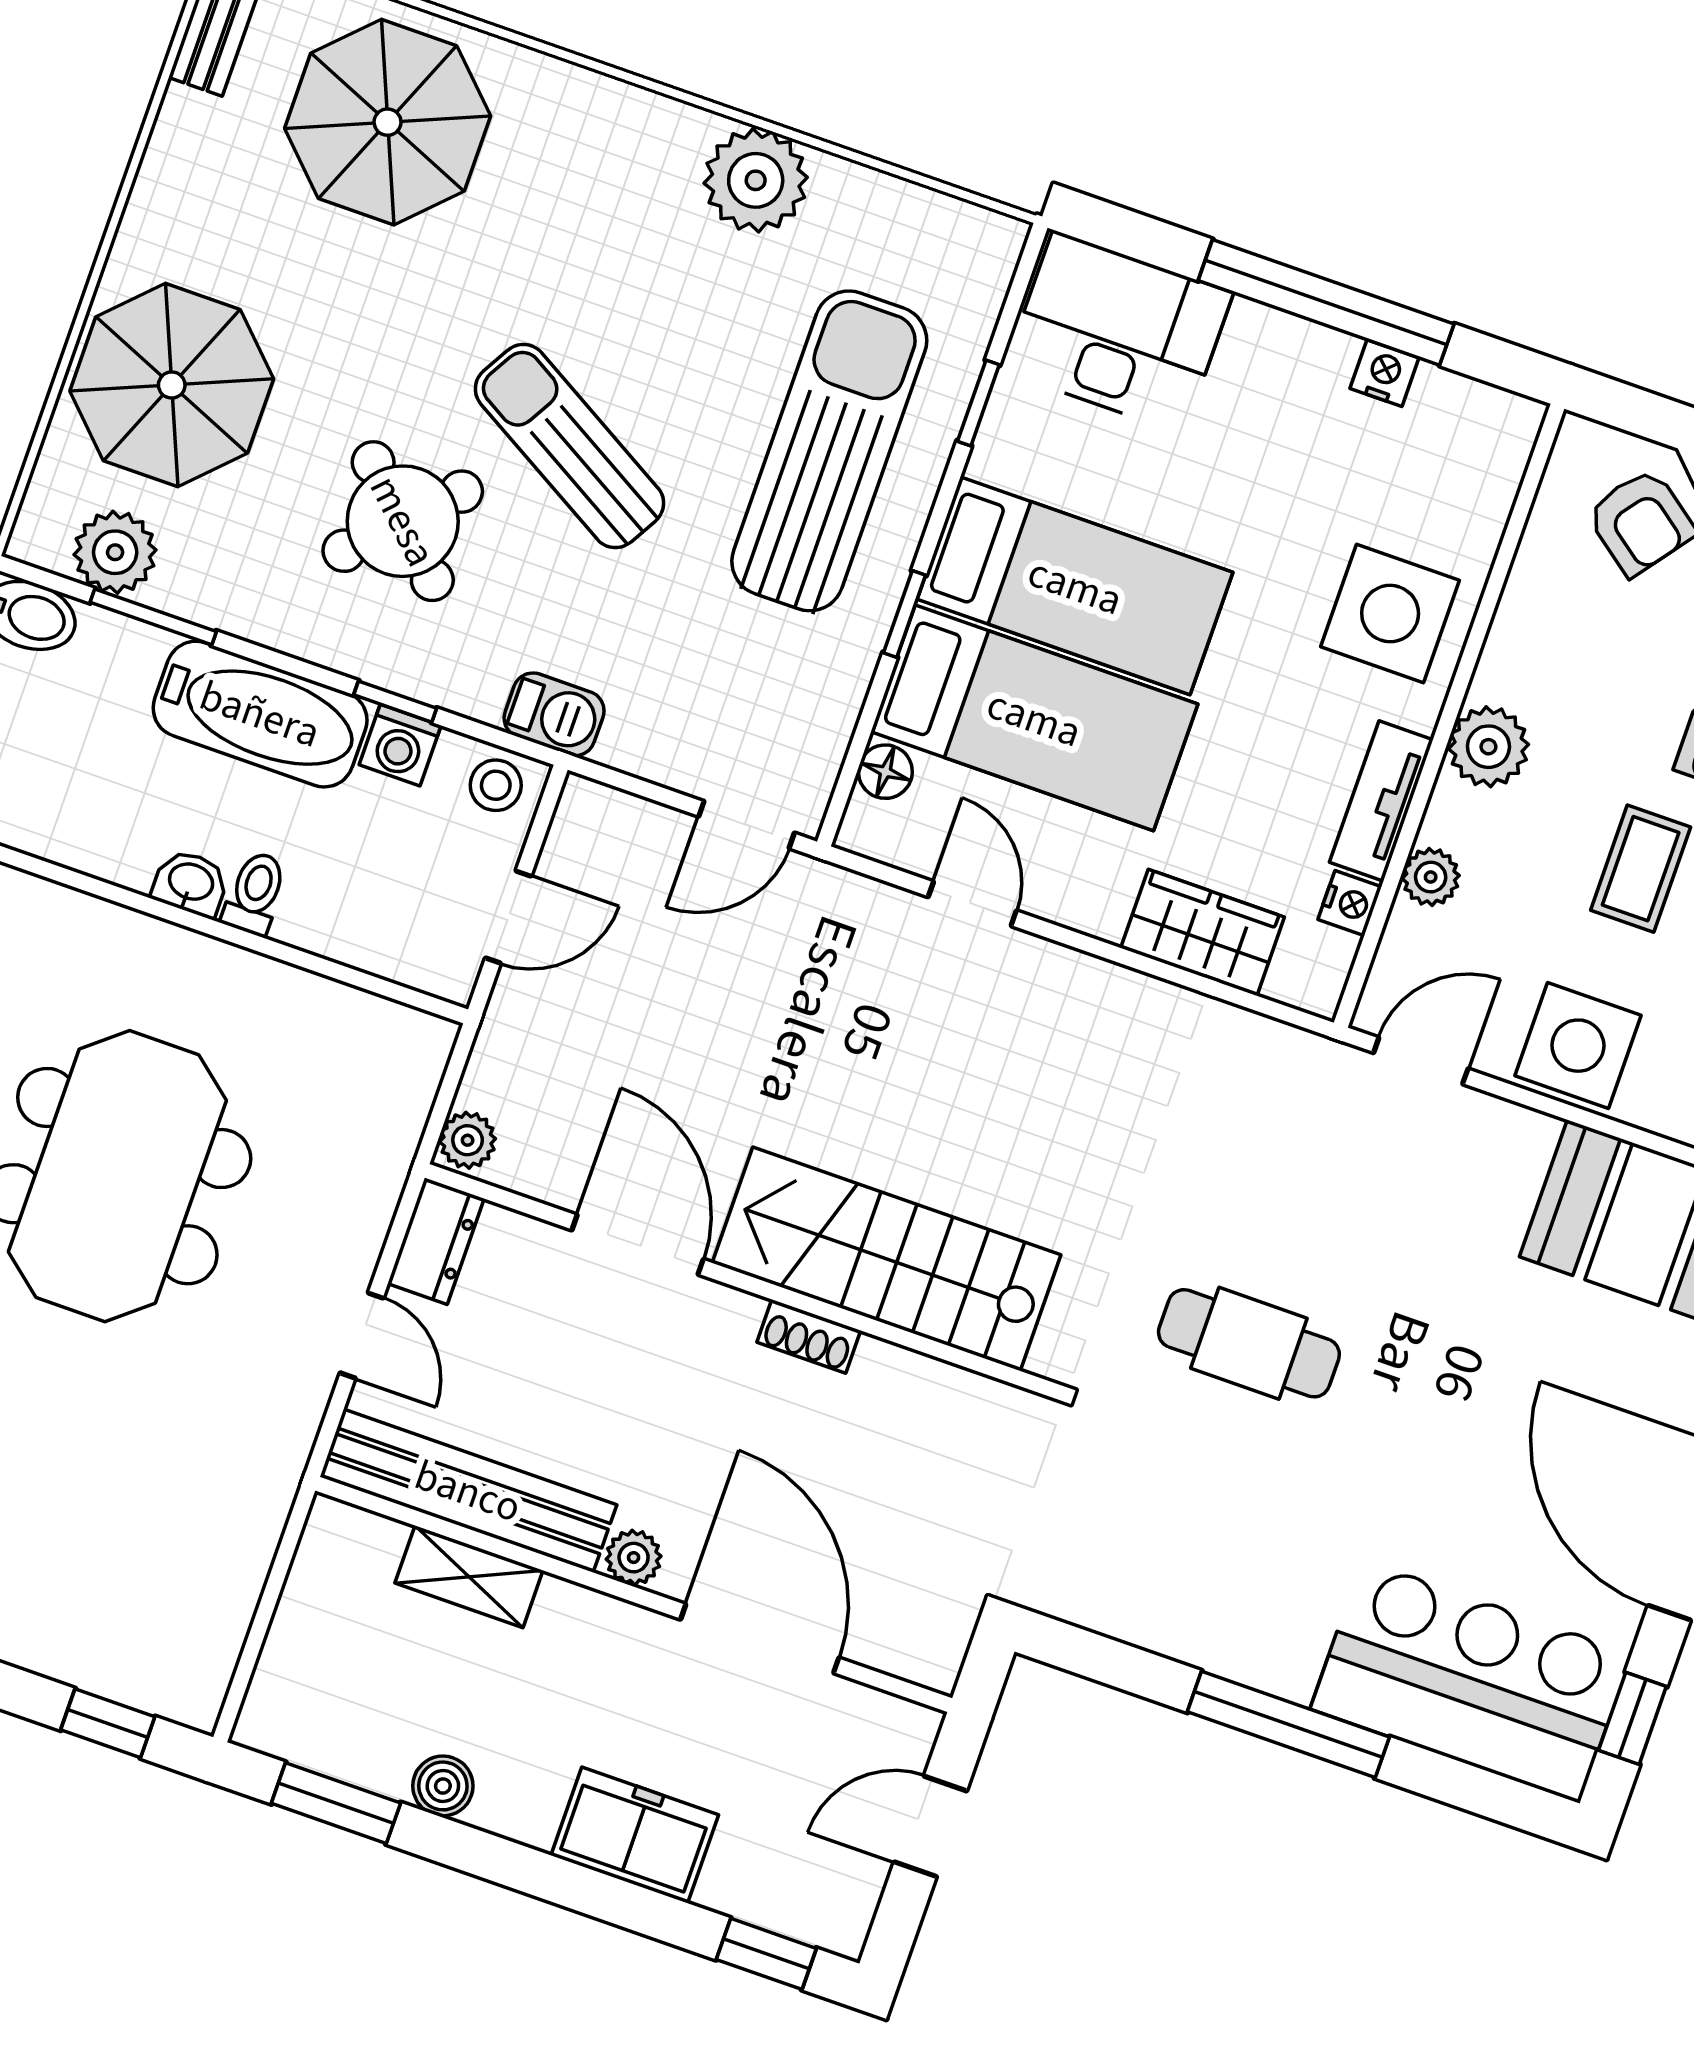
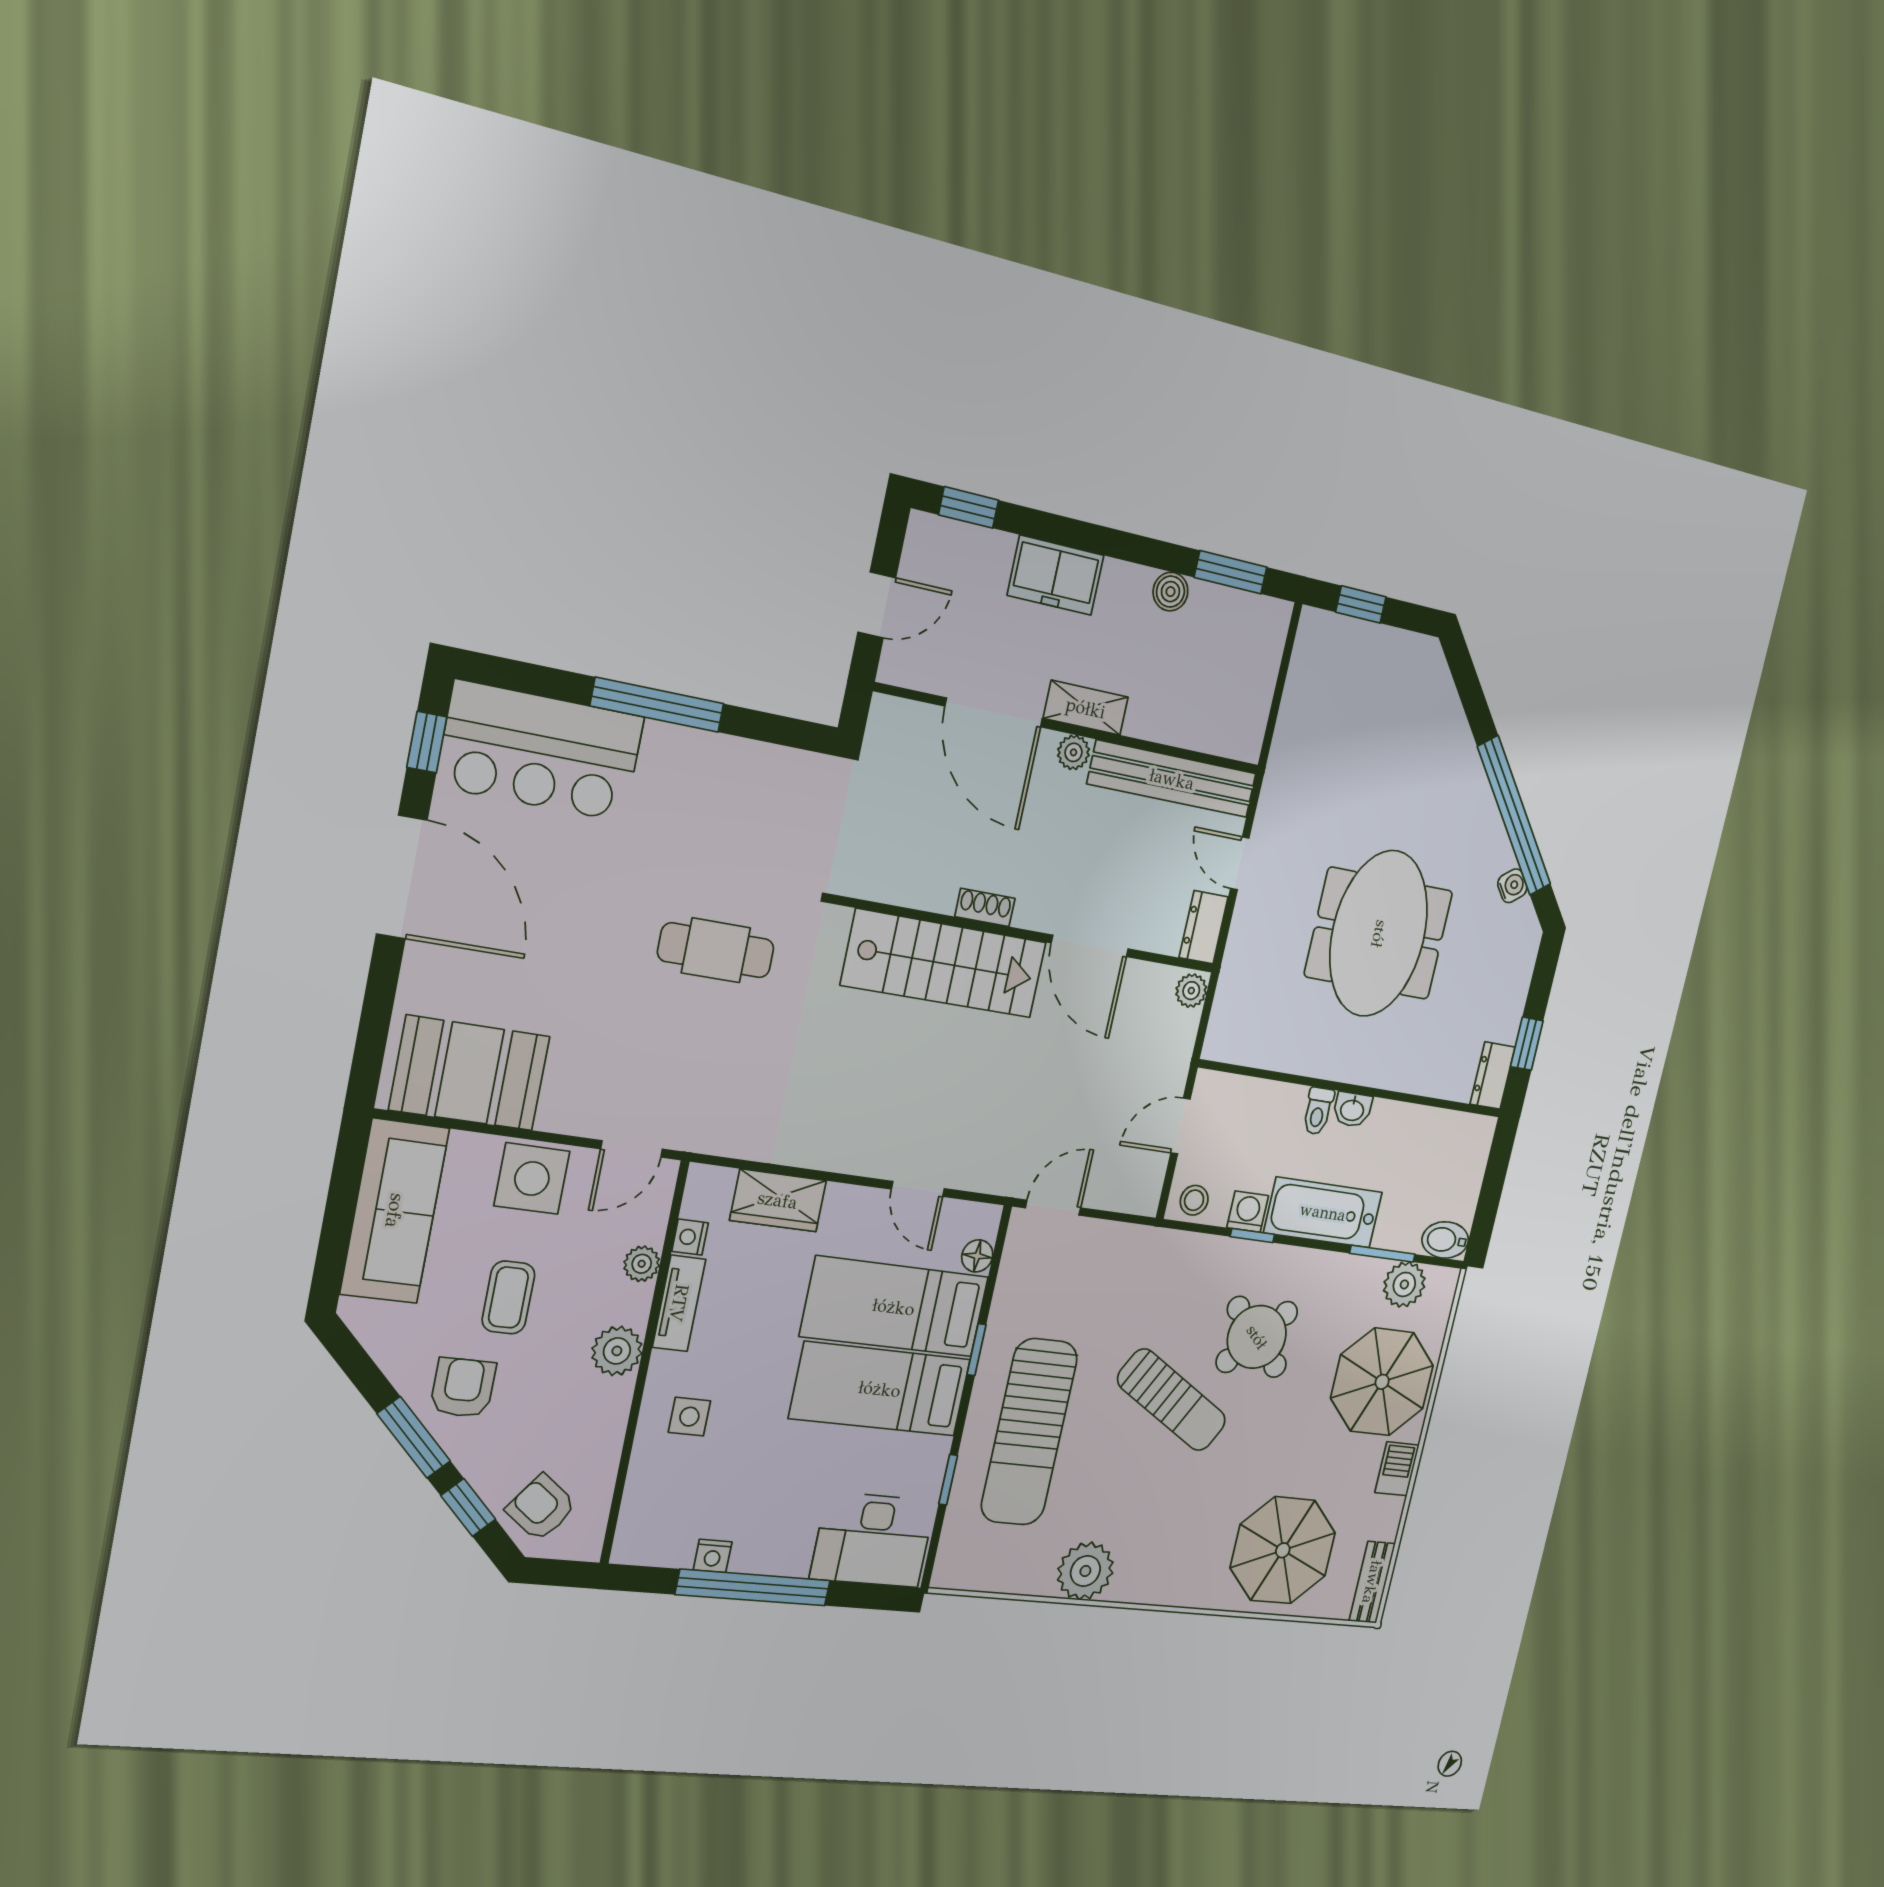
side table: (1390, 614) -> (689, 1417), width x0.54, depth x0.54
barbecue: (554, 714) -> (1397, 1469), moved, turned 90
shelving: (469, 1577) -> (1086, 708), moved

